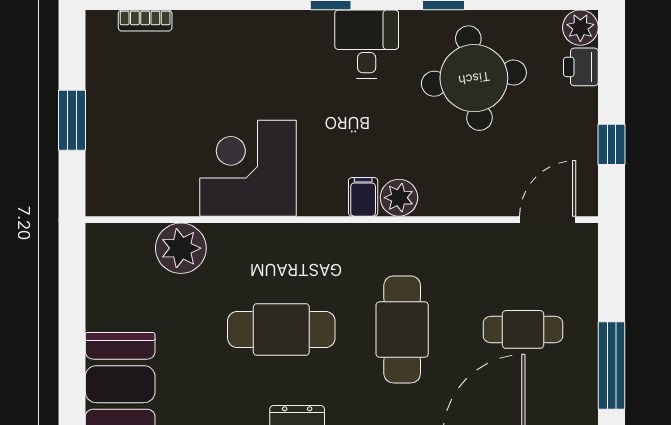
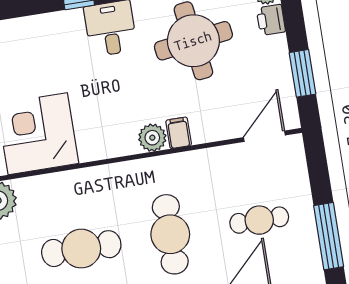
window: (611, 144) -> (303, 73), width x1.50
filing cabinet: (363, 197) -> (179, 133), moved

